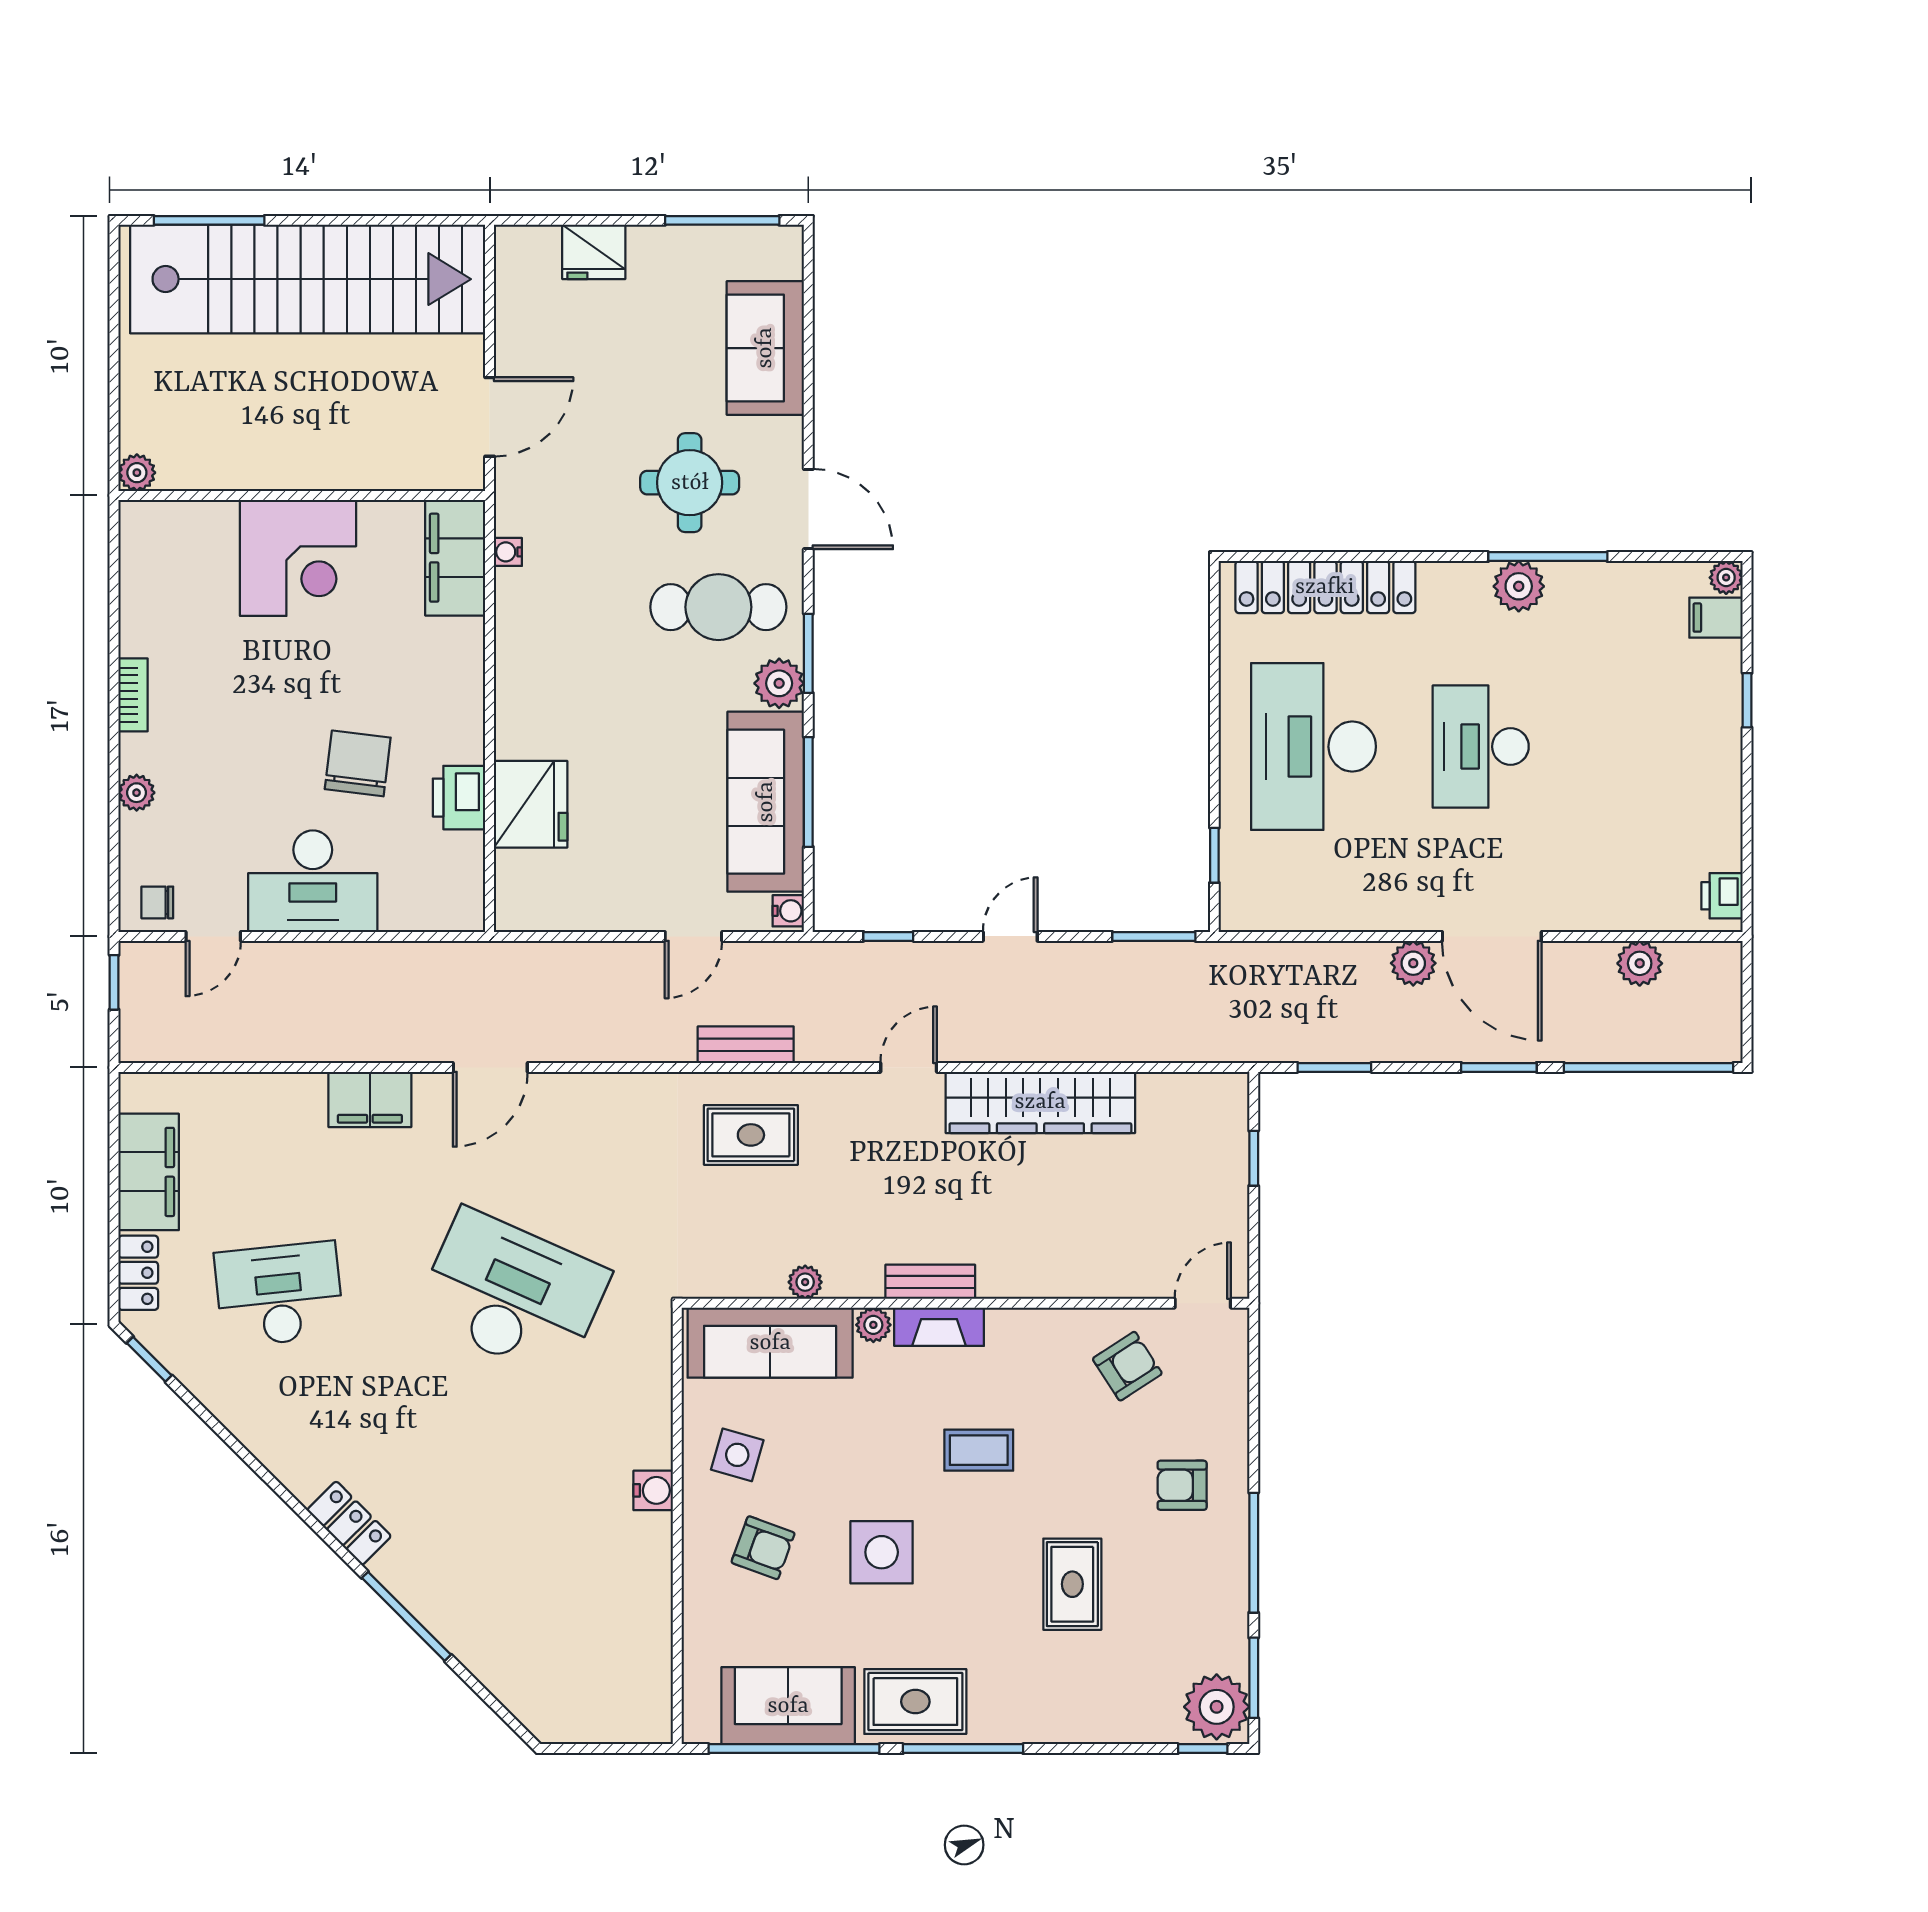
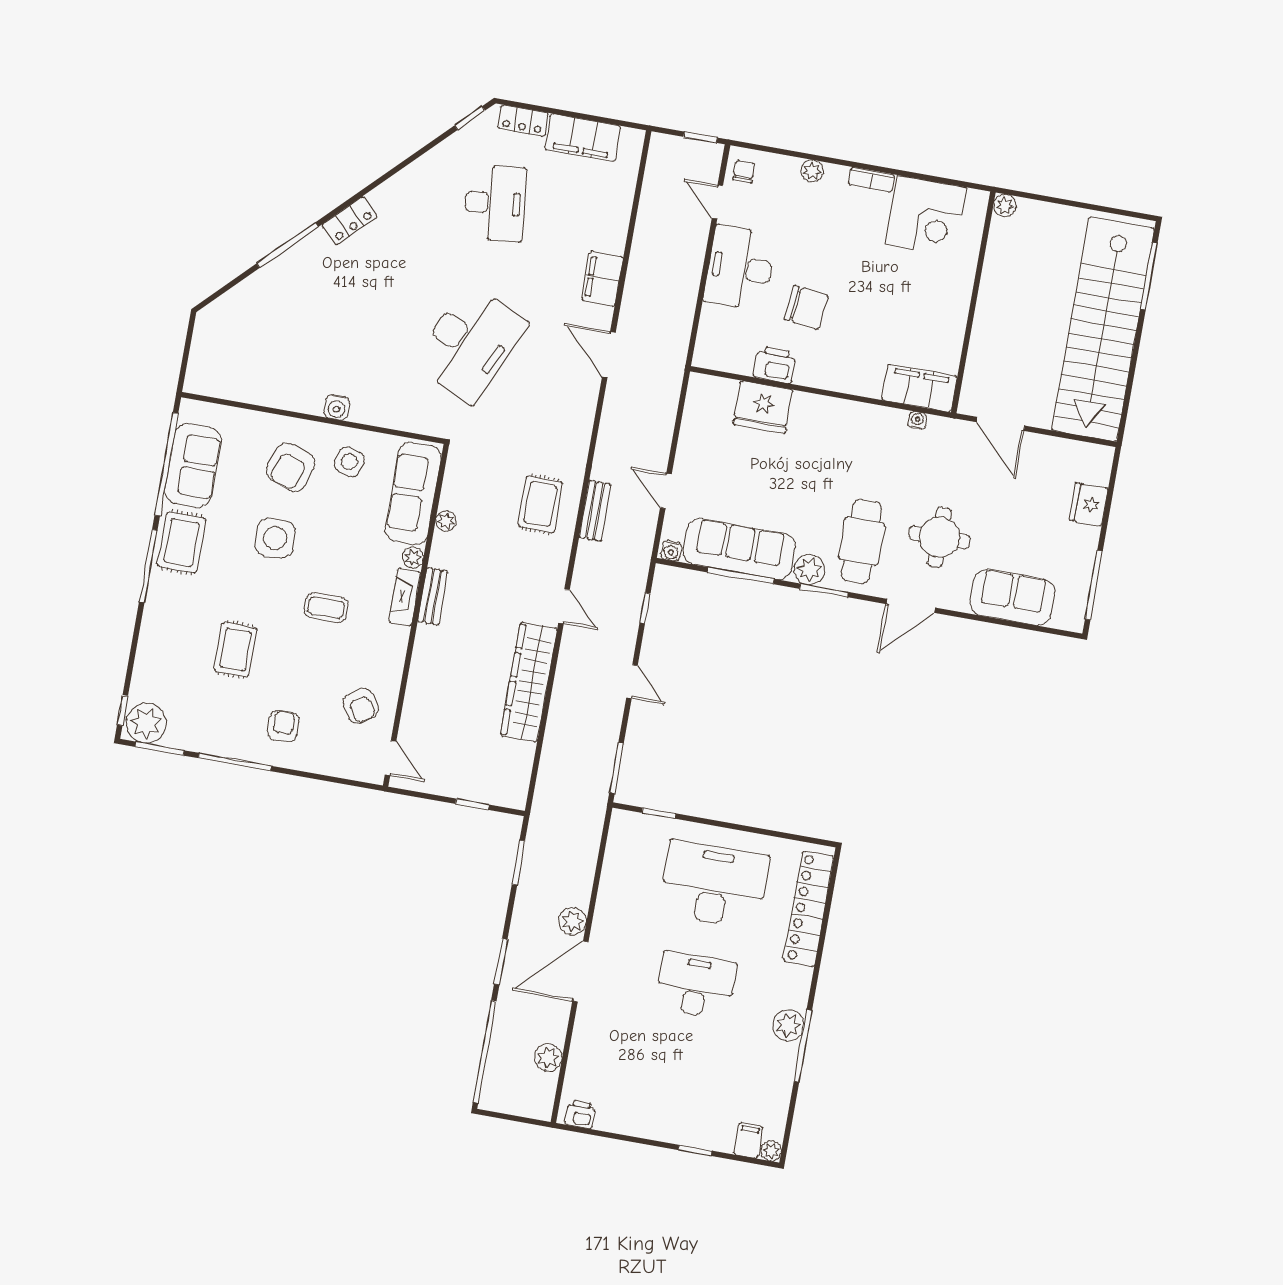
corner desk: (298, 558) -> (926, 216), moved, turned -90
coffee table: (979, 1450) -> (326, 608), turned 90
armchair: (763, 1548) -> (291, 467), width x1.38, depth x1.38
rug: (1072, 1584) -> (235, 649), turned 90

